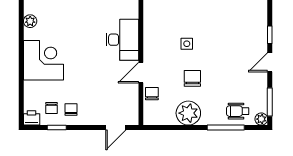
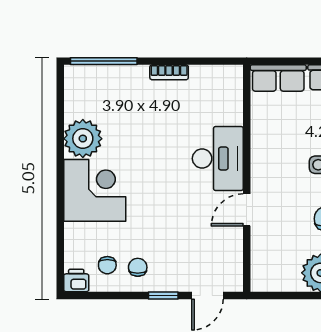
plant: (30, 21) -> (83, 139), width x1.87, depth x1.87
chair: (152, 94) -> (264, 243), removed
window: (57, 128) -> (163, 295), moved

